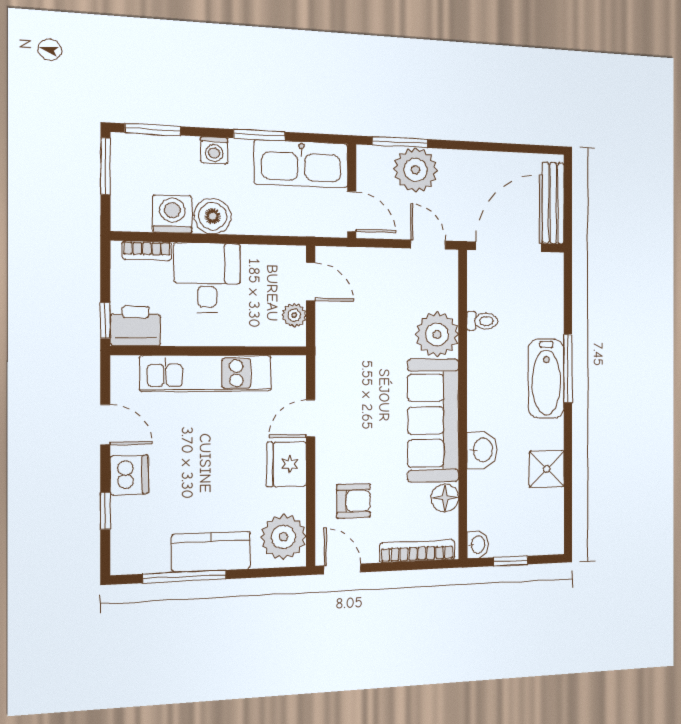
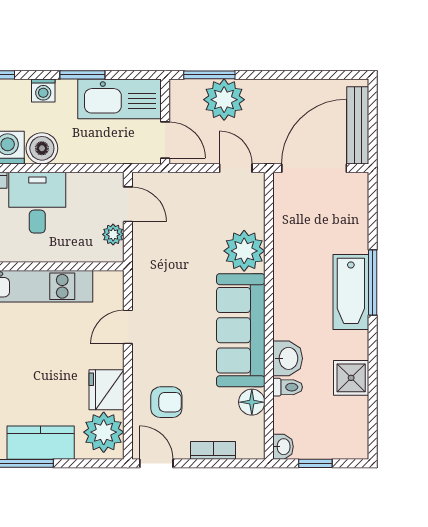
toilet: (482, 321) -> (288, 387), moved
fridge: (287, 464) -> (106, 390), moved
bookcase: (417, 551) -> (213, 450), width x0.64

